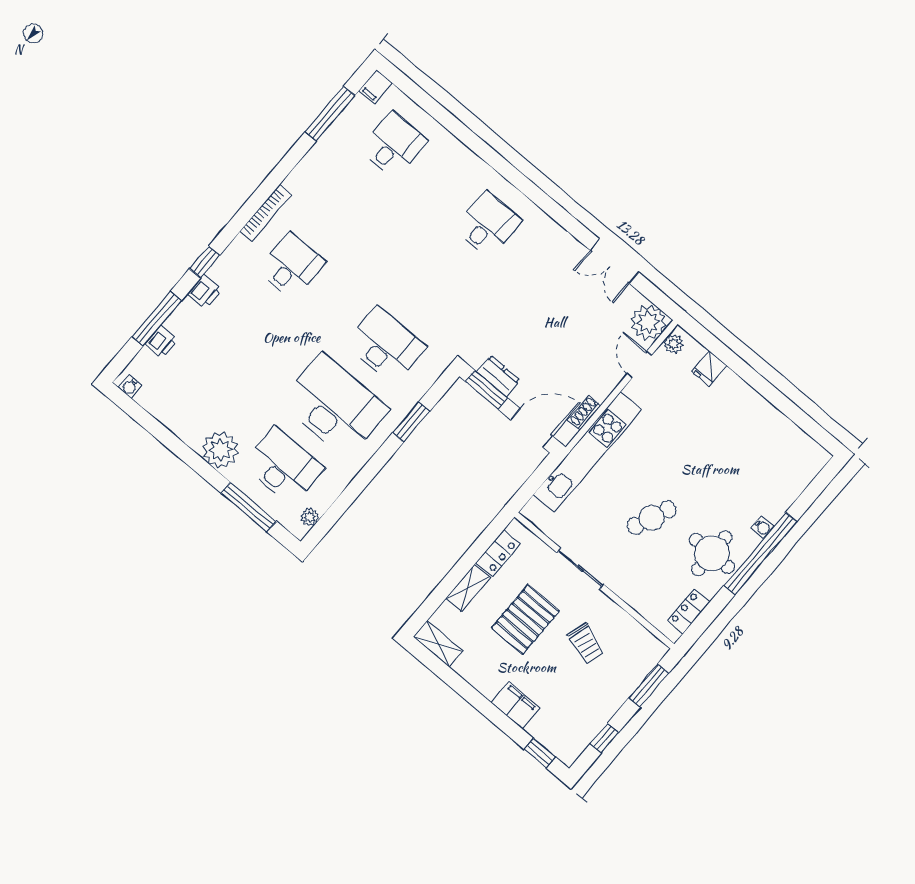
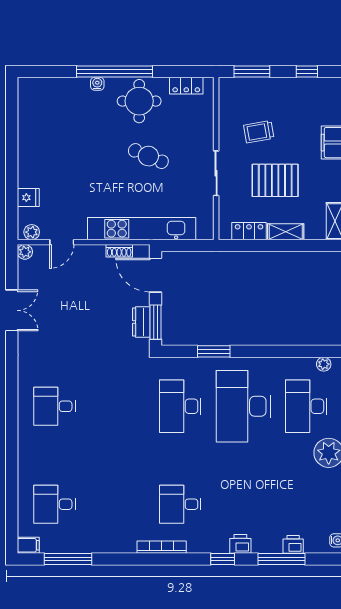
plant: (648, 322) -> (25, 252), width x0.53, depth x0.53
trolley: (585, 643) -> (259, 132), turned -118

